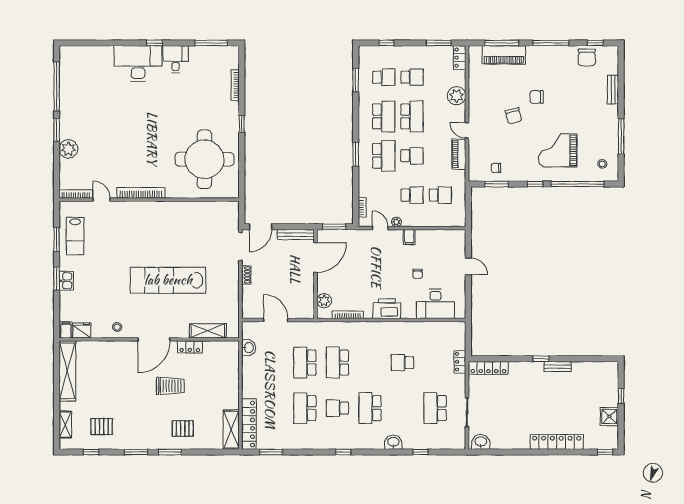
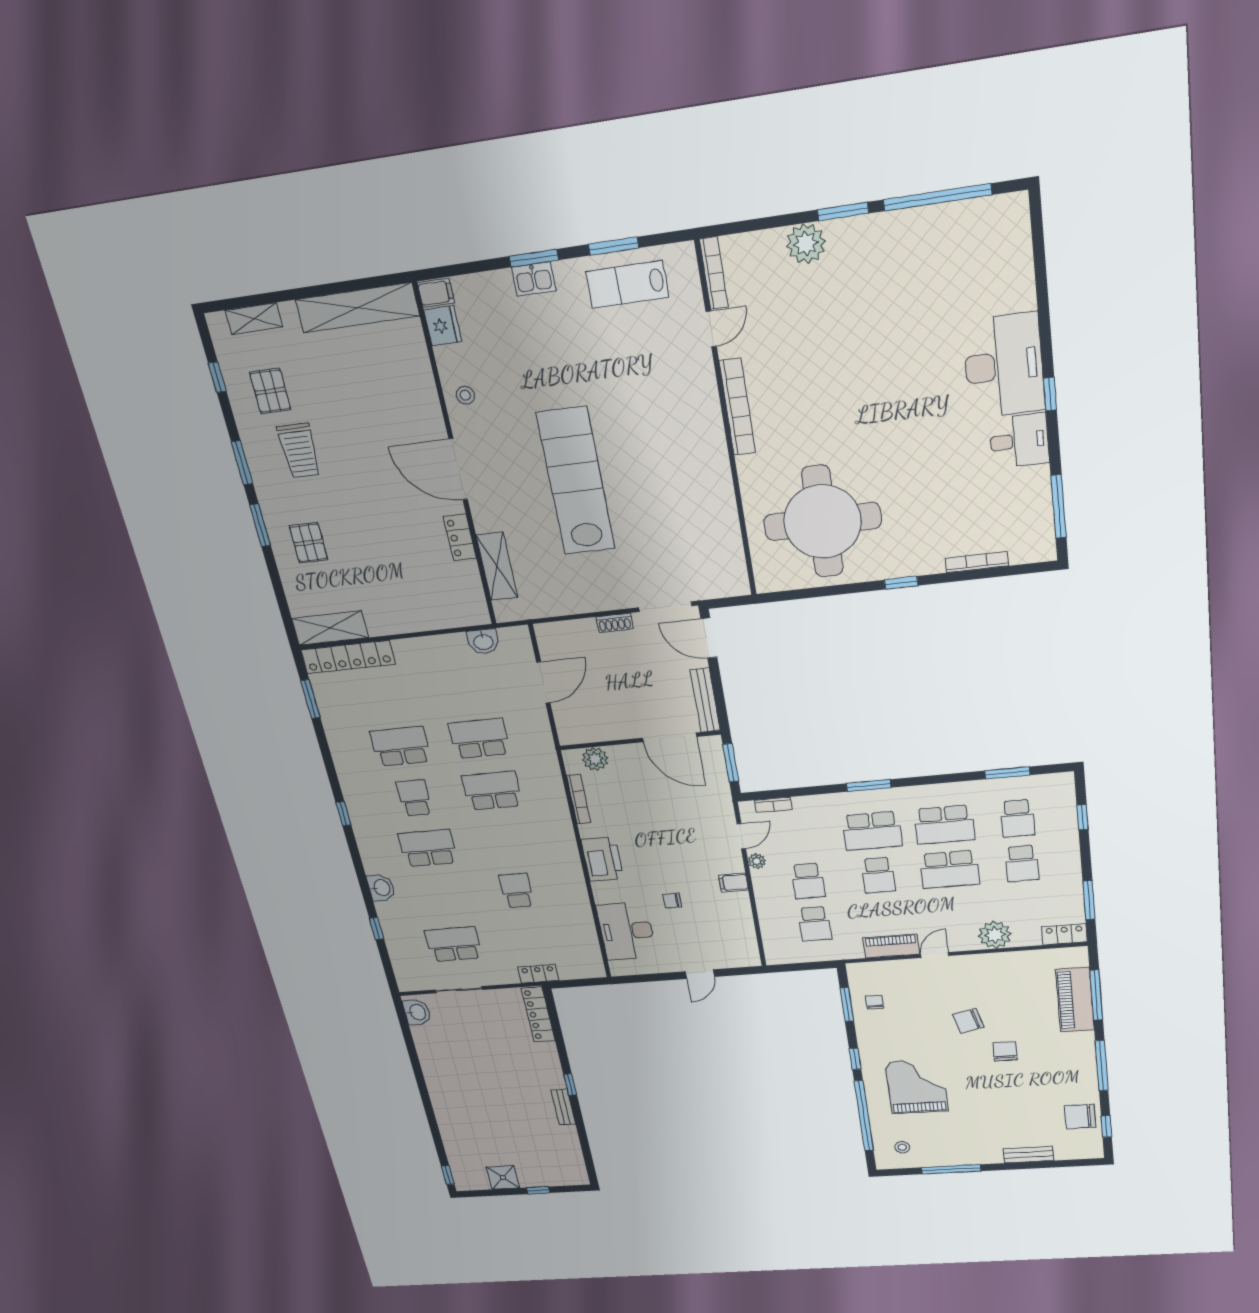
trolley: (170, 386) -> (299, 450), moved
locker: (557, 442) -> (446, 1113), removed

